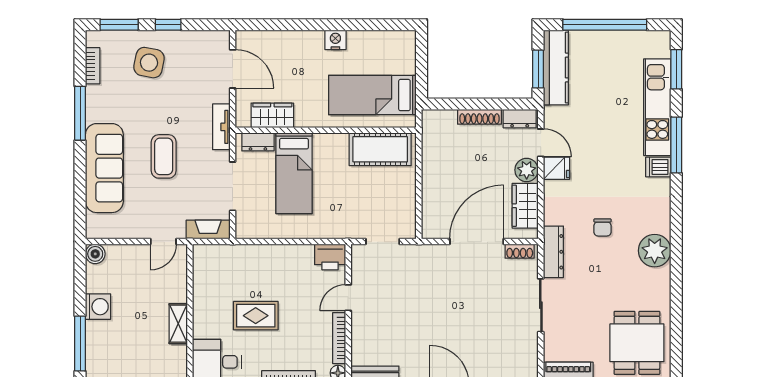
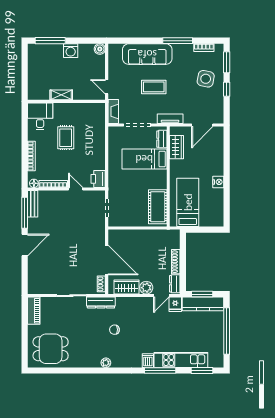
fridge: (557, 168) -> (175, 304), moved
plant: (655, 251) -> (106, 363), width x0.53, depth x0.53

